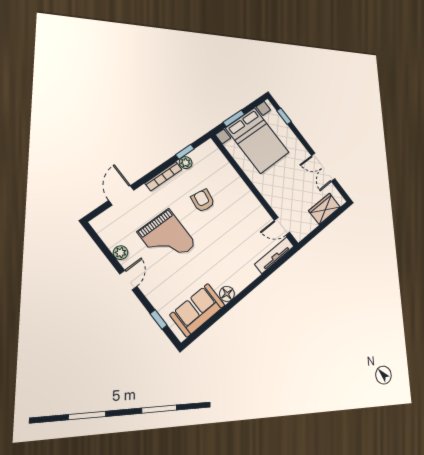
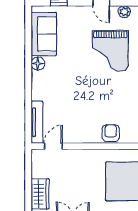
armchair: (203, 201) -> (111, 133), moved, turned -99
grand piano: (167, 238) -> (110, 51), turned -90

